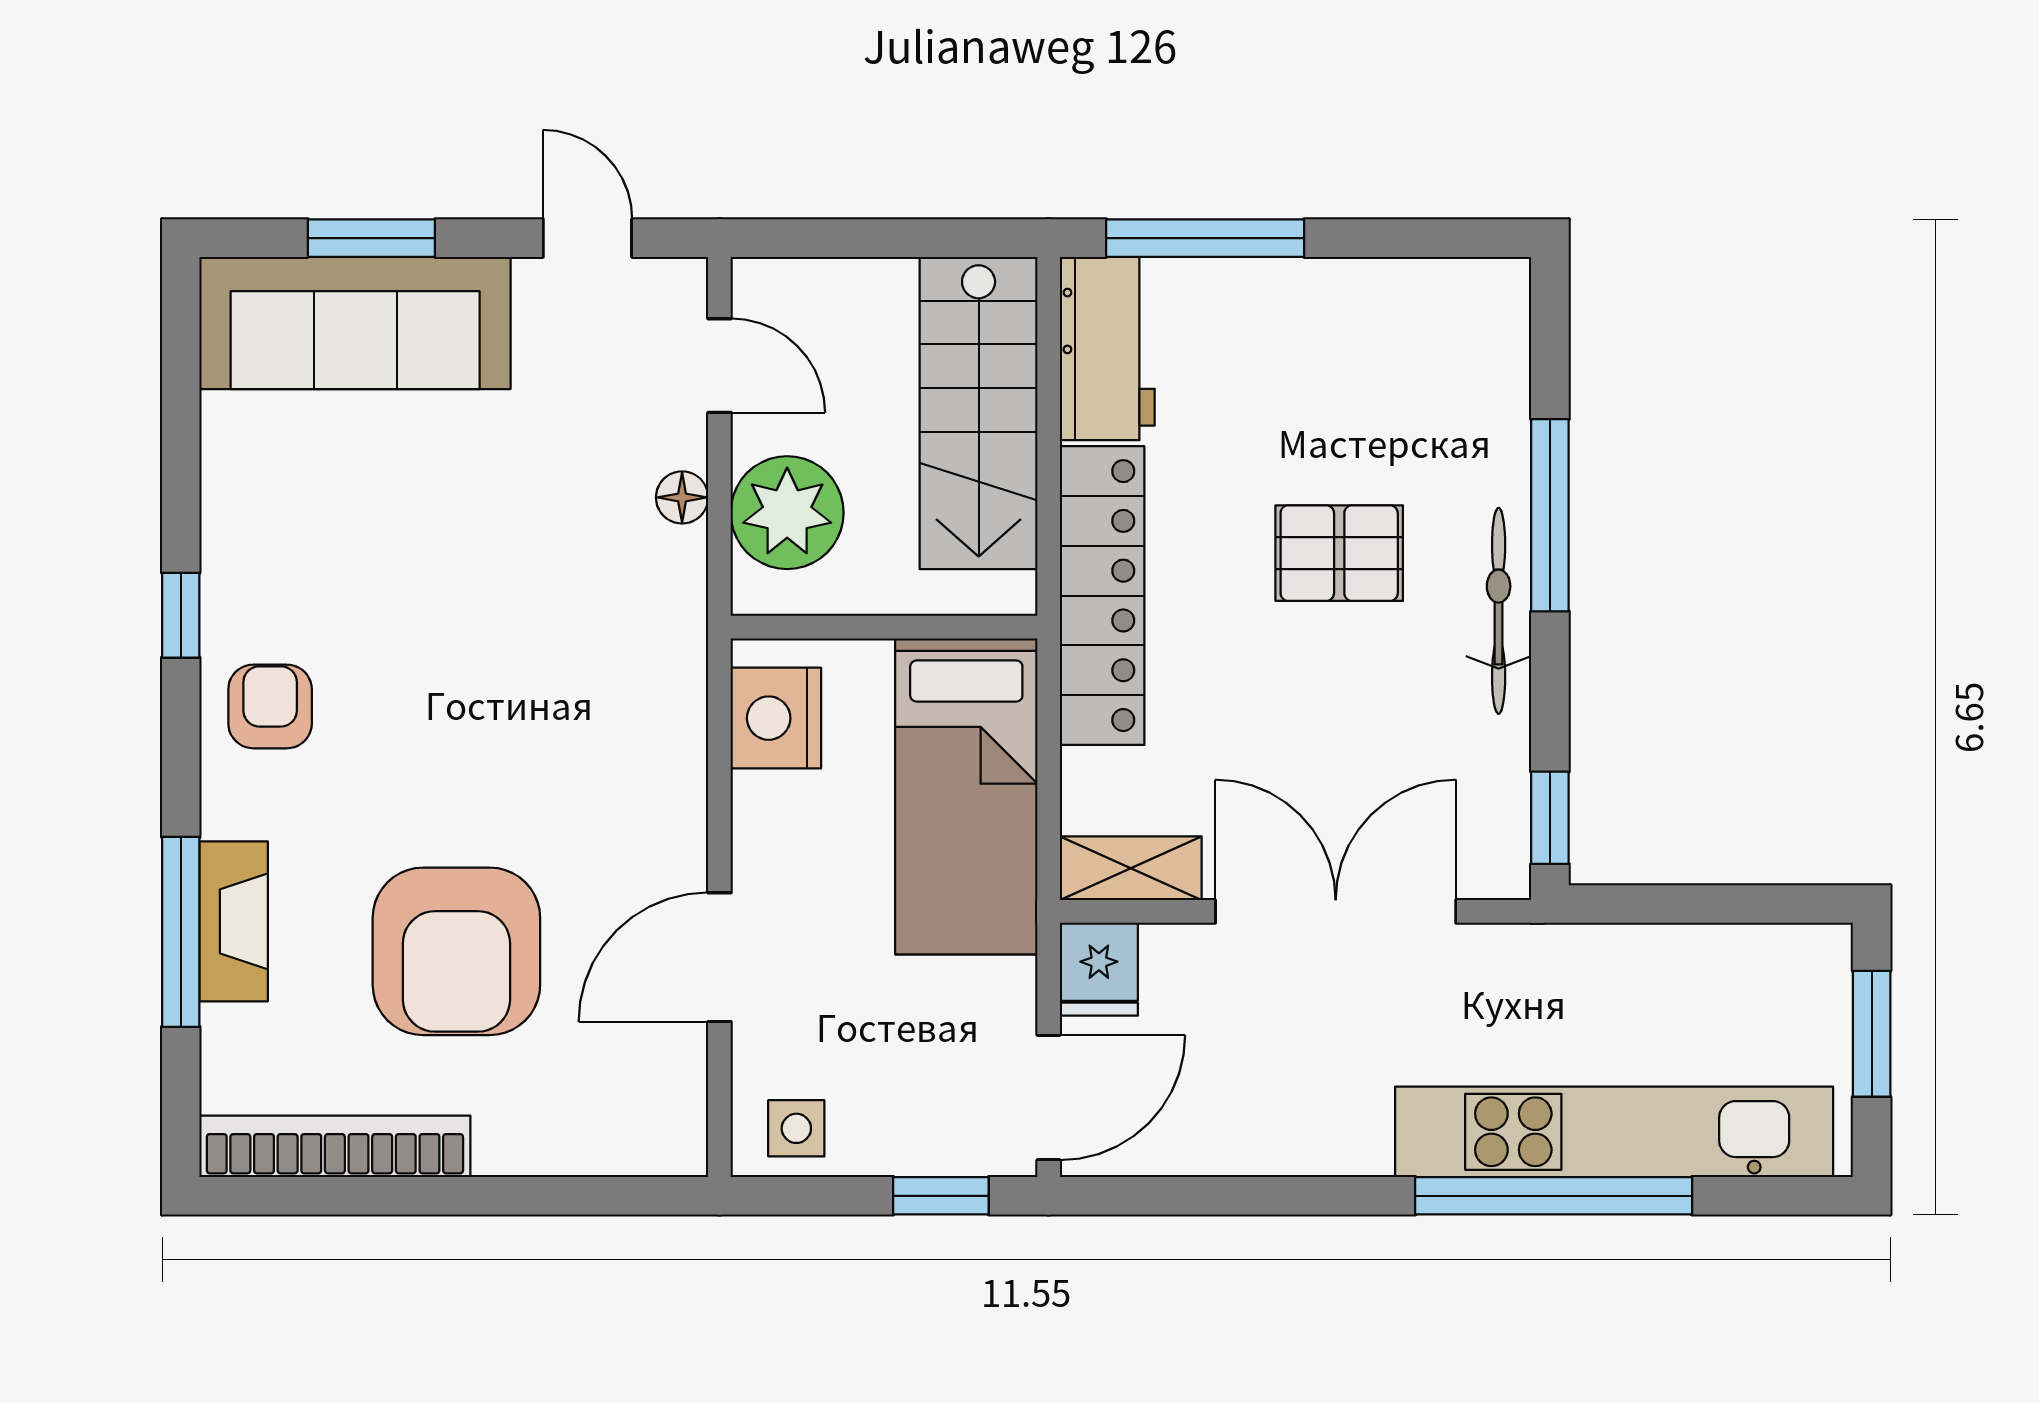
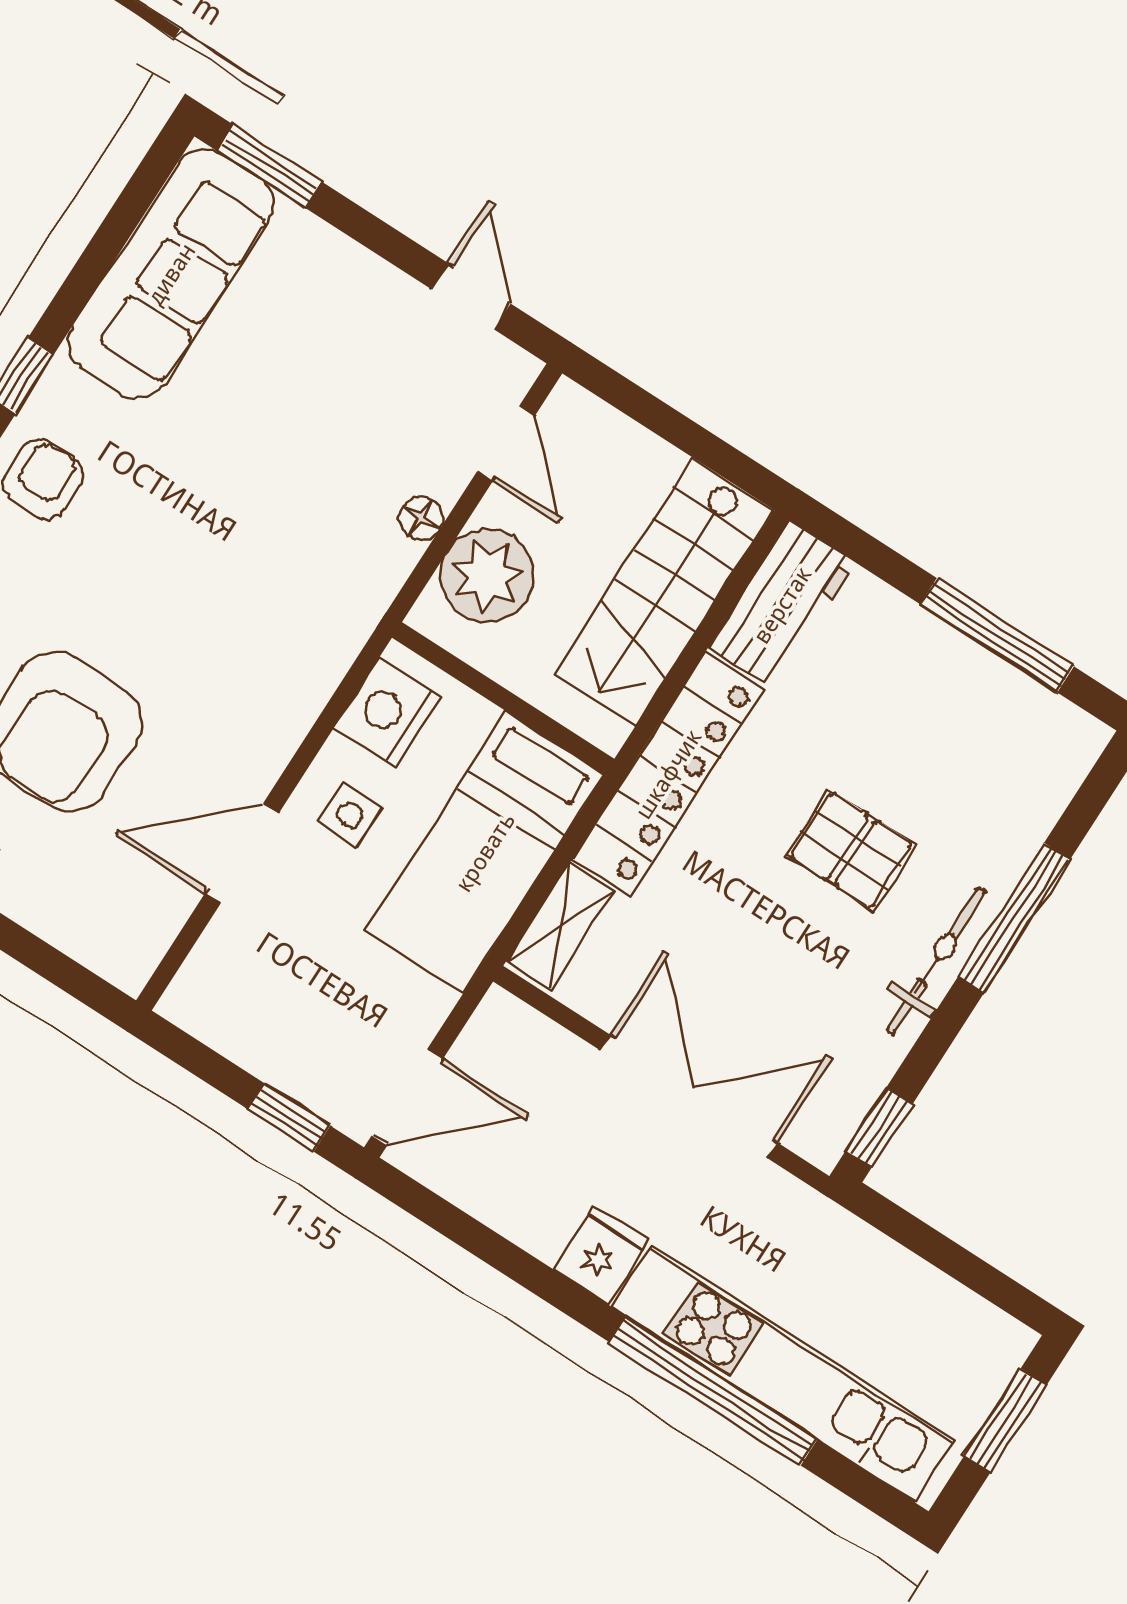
window: (371, 238) -> (269, 166), moved
window: (1205, 238) -> (997, 635), moved
sofa: (355, 323) -> (171, 274), moved, turned -90
shelving: (1131, 868) -> (560, 926), moved, turned 90
fridge: (1099, 969) -> (601, 1255), moved, turned 180
side table: (796, 1128) -> (350, 815), moved

